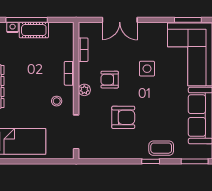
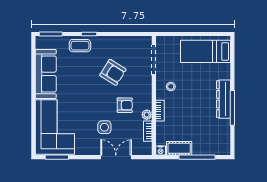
nightstand: (13, 27) -> (161, 151), moved
cot: (34, 30) -> (179, 148), moved
side table: (147, 69) -> (104, 127), moved
plant: (84, 90) -> (147, 115), moved
armchair: (123, 117) -> (113, 72), turned -148

